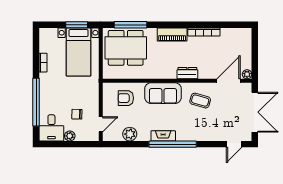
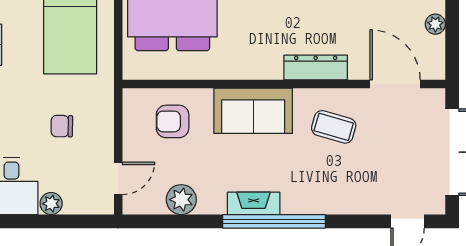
dresser: (187, 73) -> (316, 68), width x1.44
plant: (247, 74) -> (435, 24), moved
door: (228, 81) -> (395, 84), hinge flipped
chair: (77, 114) -> (62, 126), moved

